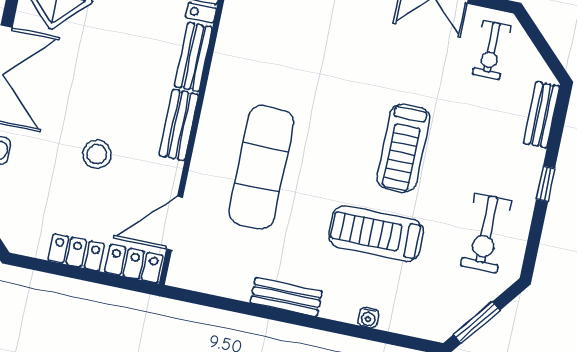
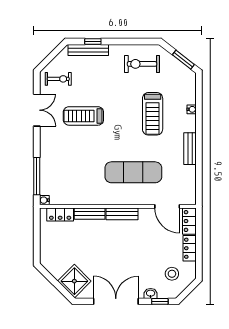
bench: (541, 115) -> (88, 50), width x1.36
treadmill: (403, 148) -> (83, 116), moved, turned 180
stool: (97, 154) -> (172, 274), moved
window: (546, 184) -> (93, 41), moved
exercise bike: (486, 233) -> (142, 64), turned 180

